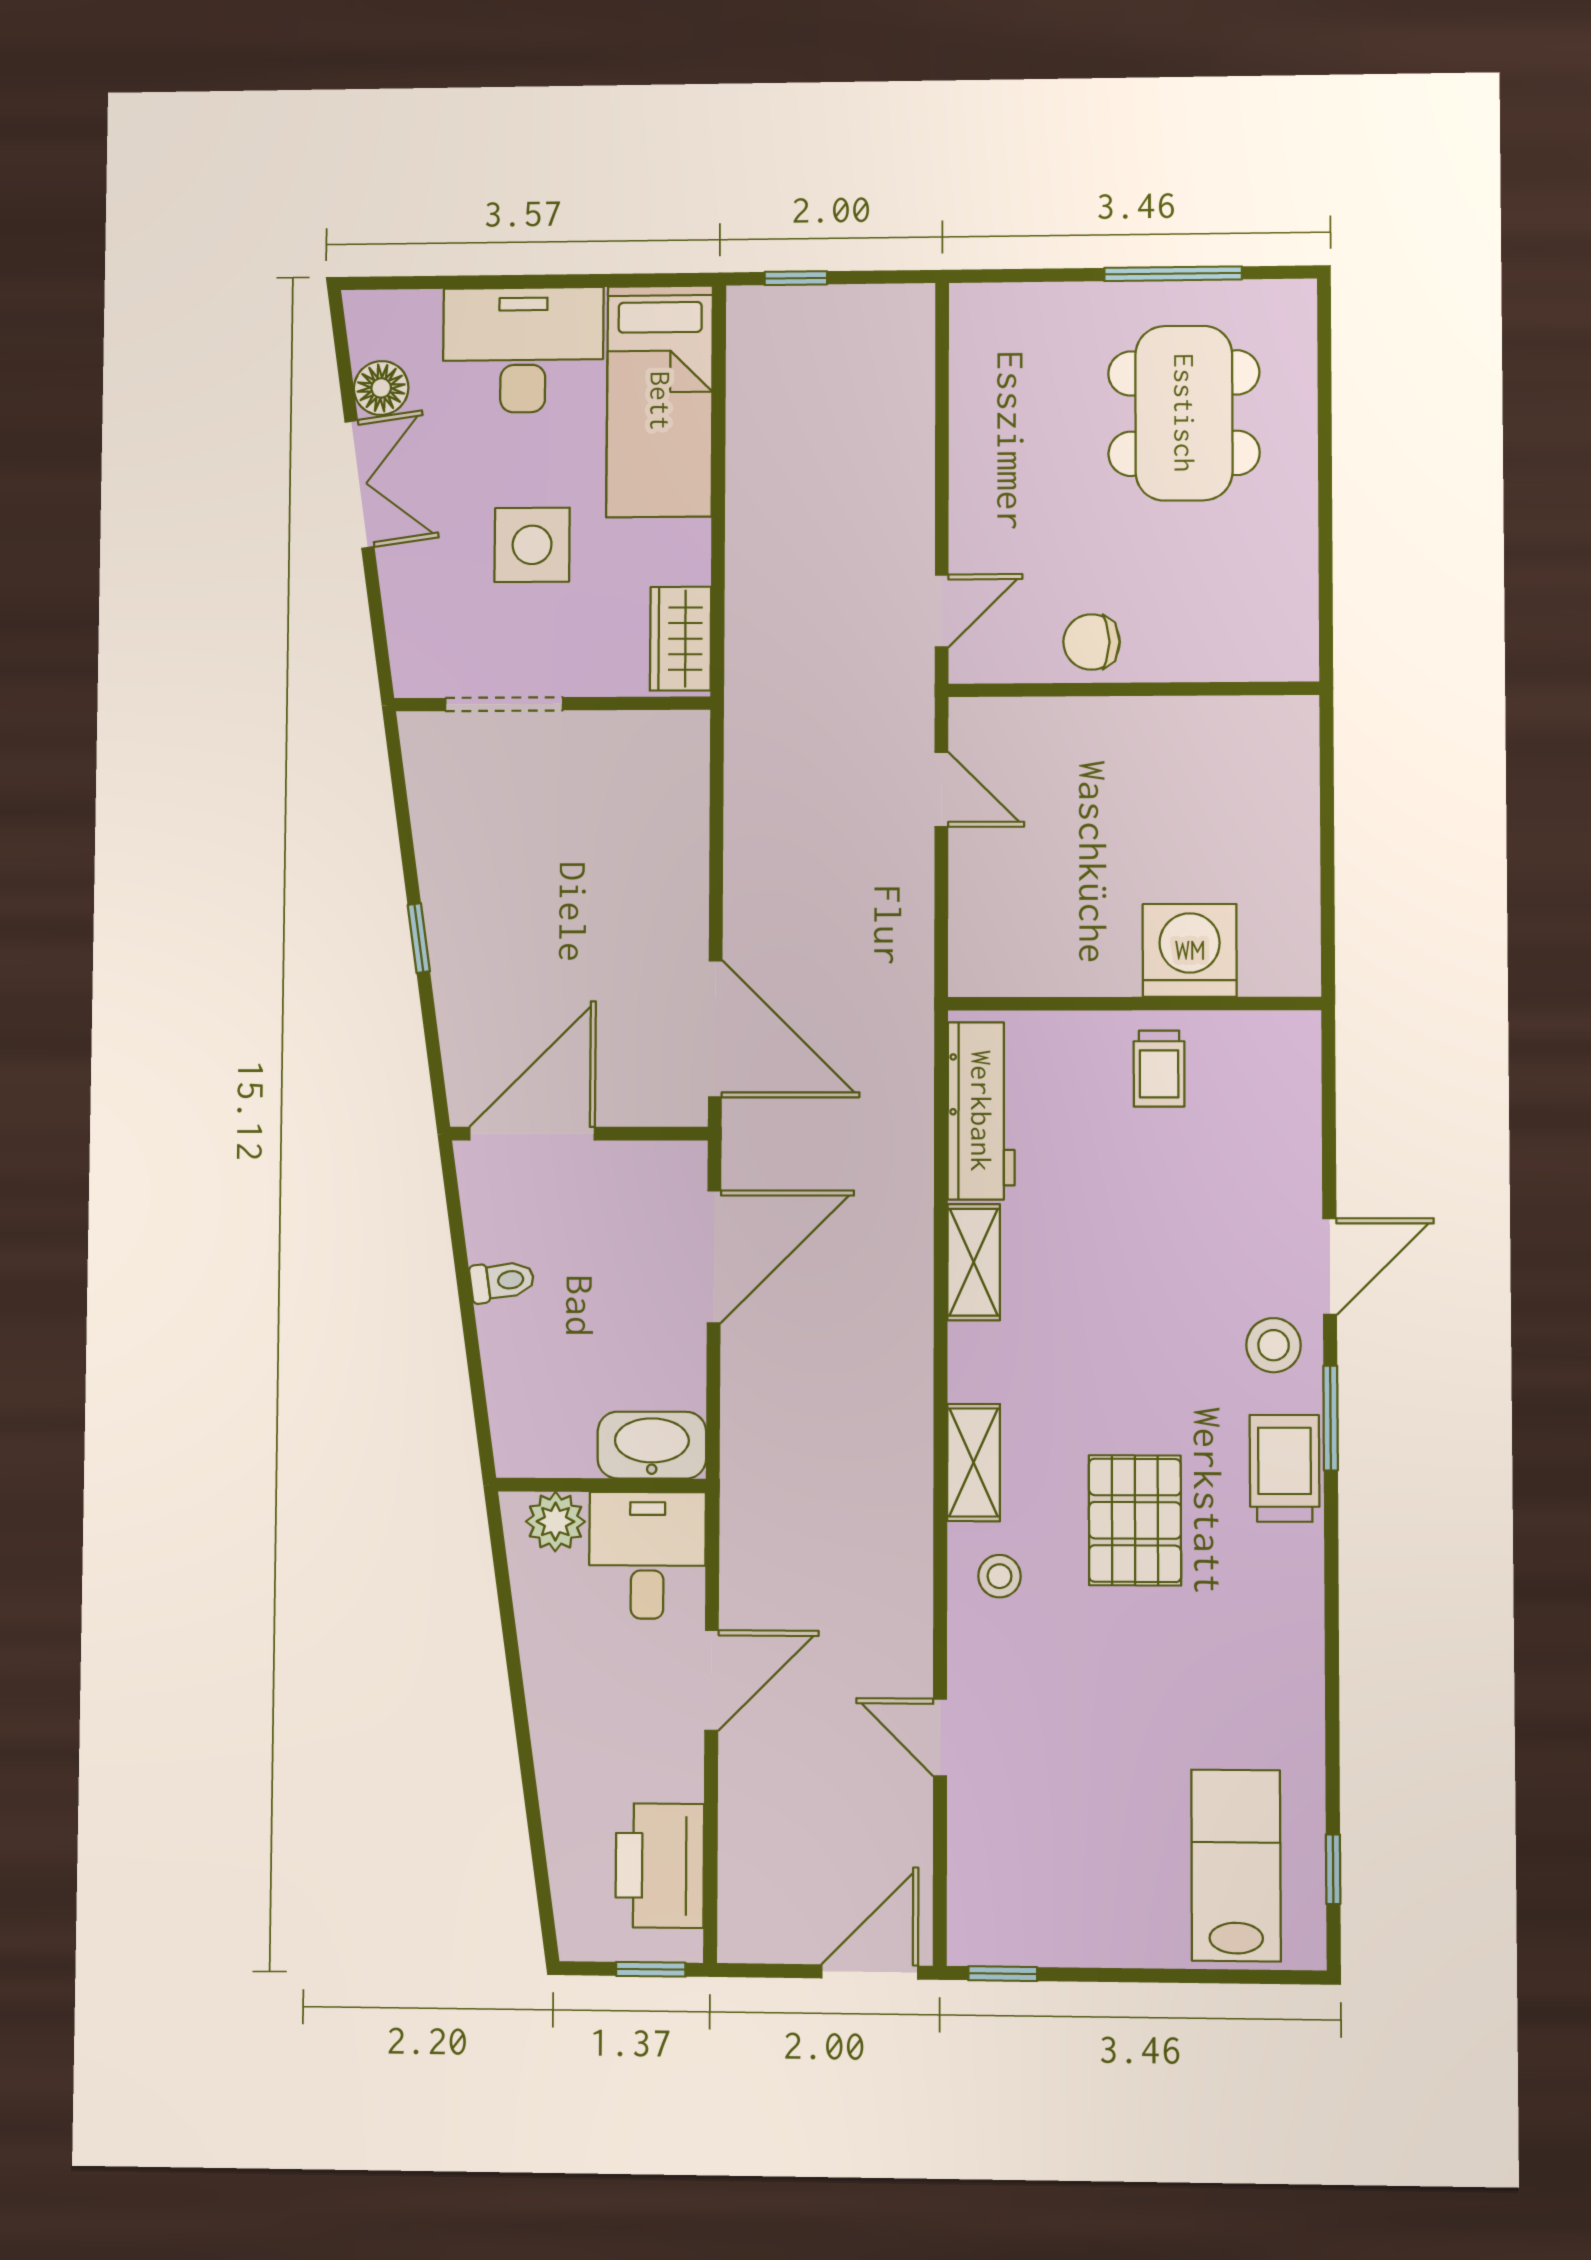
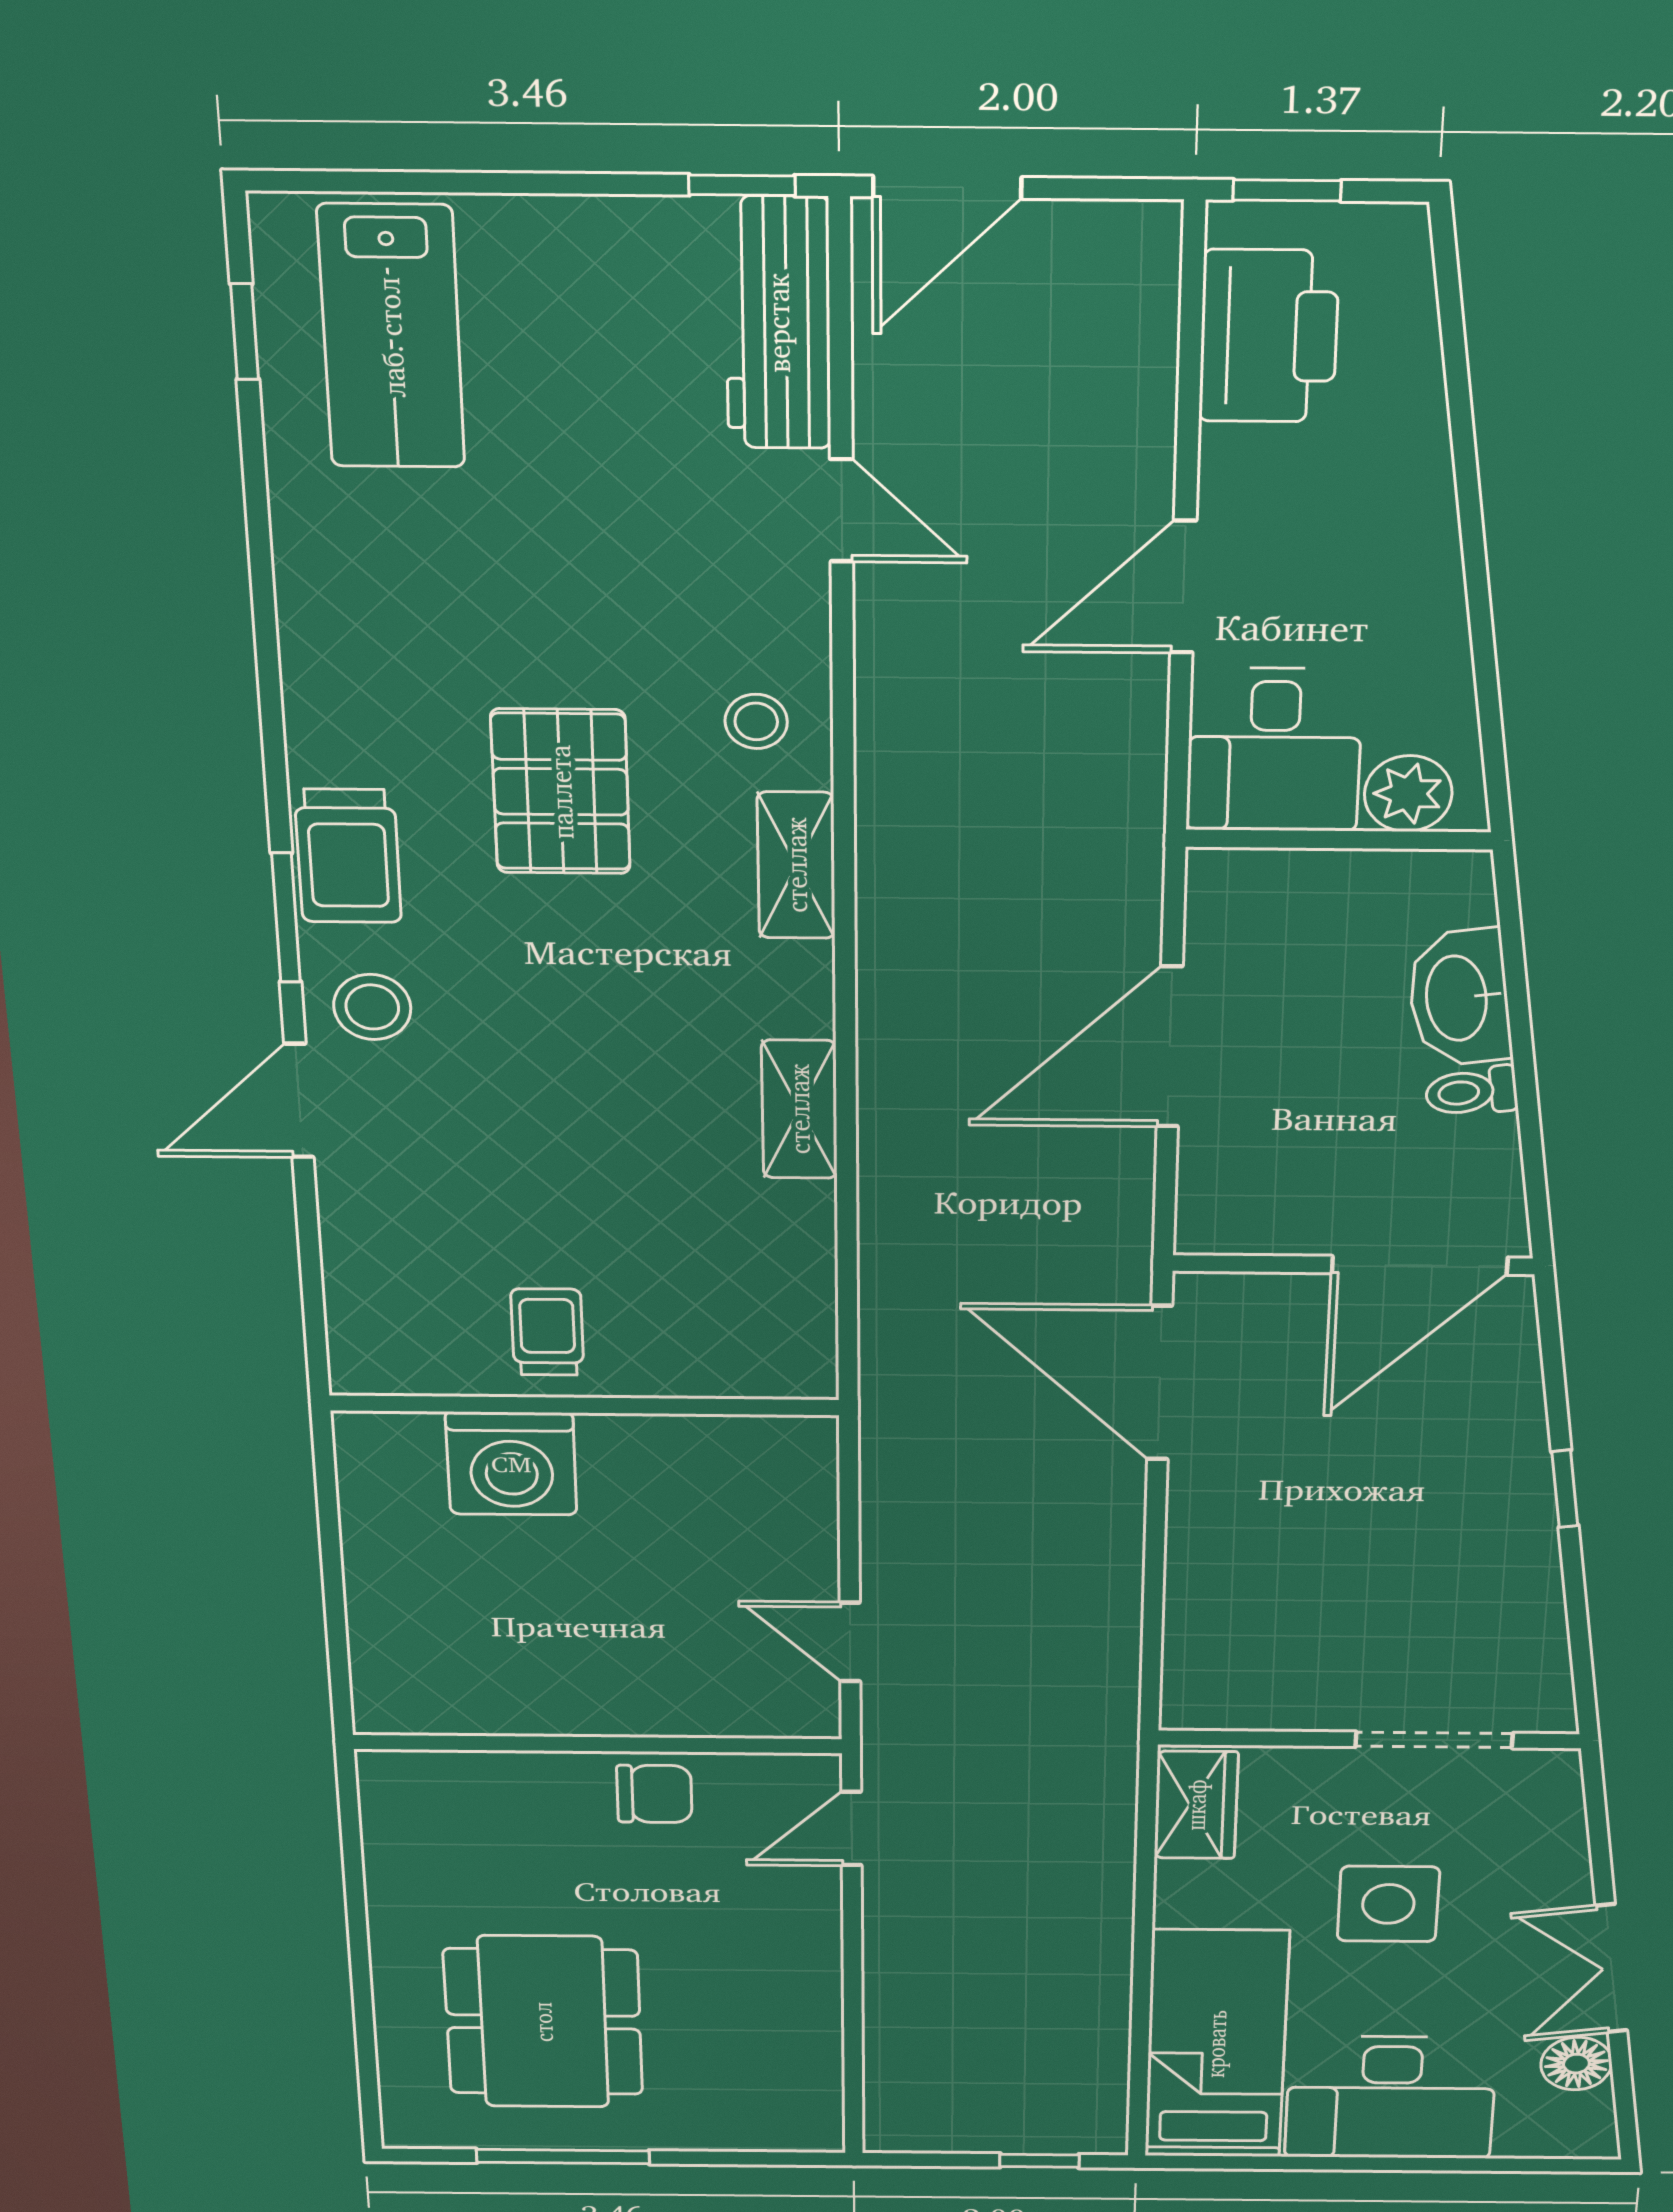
workbench: (981, 1111) -> (778, 323), moved
door: (714, 1257) -> (1170, 1047), moved
washbasin: (652, 1445) -> (1459, 998), moved, turned 82

